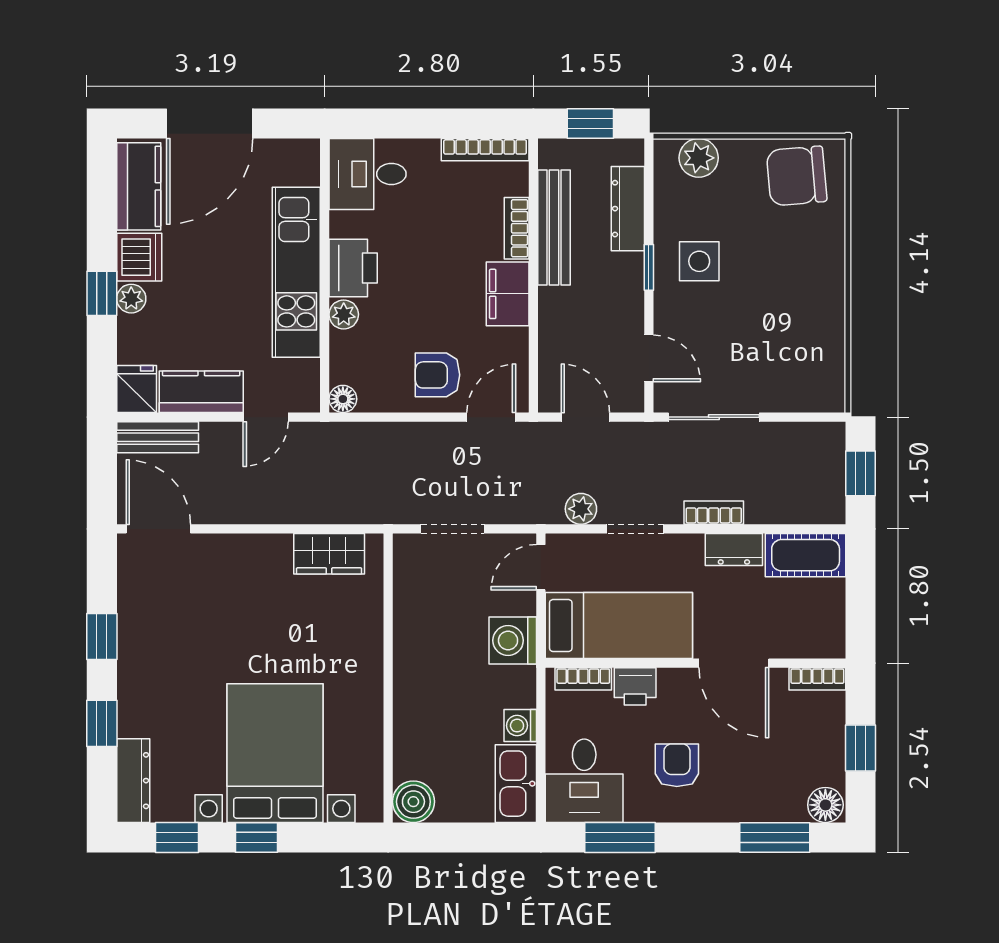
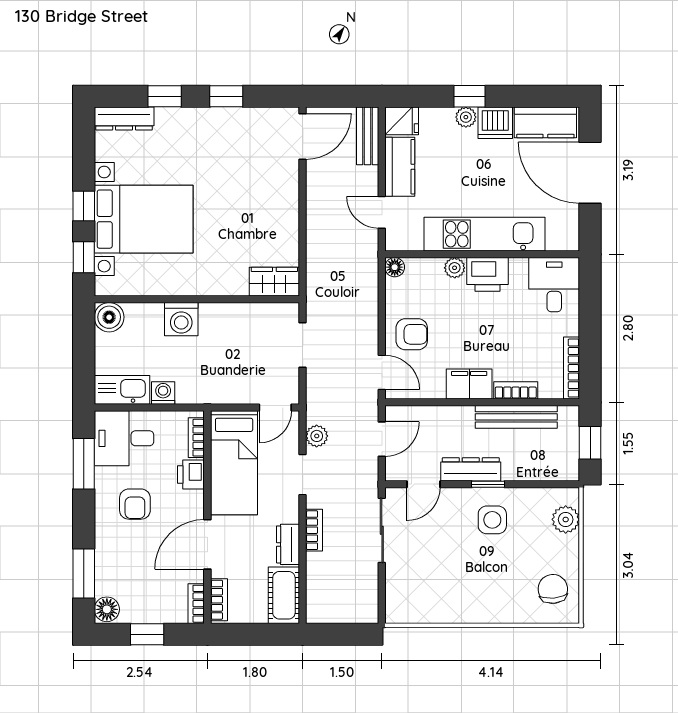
chair: (797, 176) -> (553, 589), width x0.73, depth x0.73
dresser: (628, 209) -> (471, 469), moved
armchair: (437, 375) -> (412, 334), turned 90
window: (861, 473) -> (342, 634), removed
wardrobe: (329, 554) -> (274, 282), moved, turned 90
door: (541, 567) -> (275, 408), swing flipped
washing machine: (513, 640) -> (181, 319), moved, turned 180
bookcase: (812, 647) -> (219, 600), added
armchair: (677, 765) -> (135, 504), turned 90
window: (177, 837) -> (84, 257), moved

